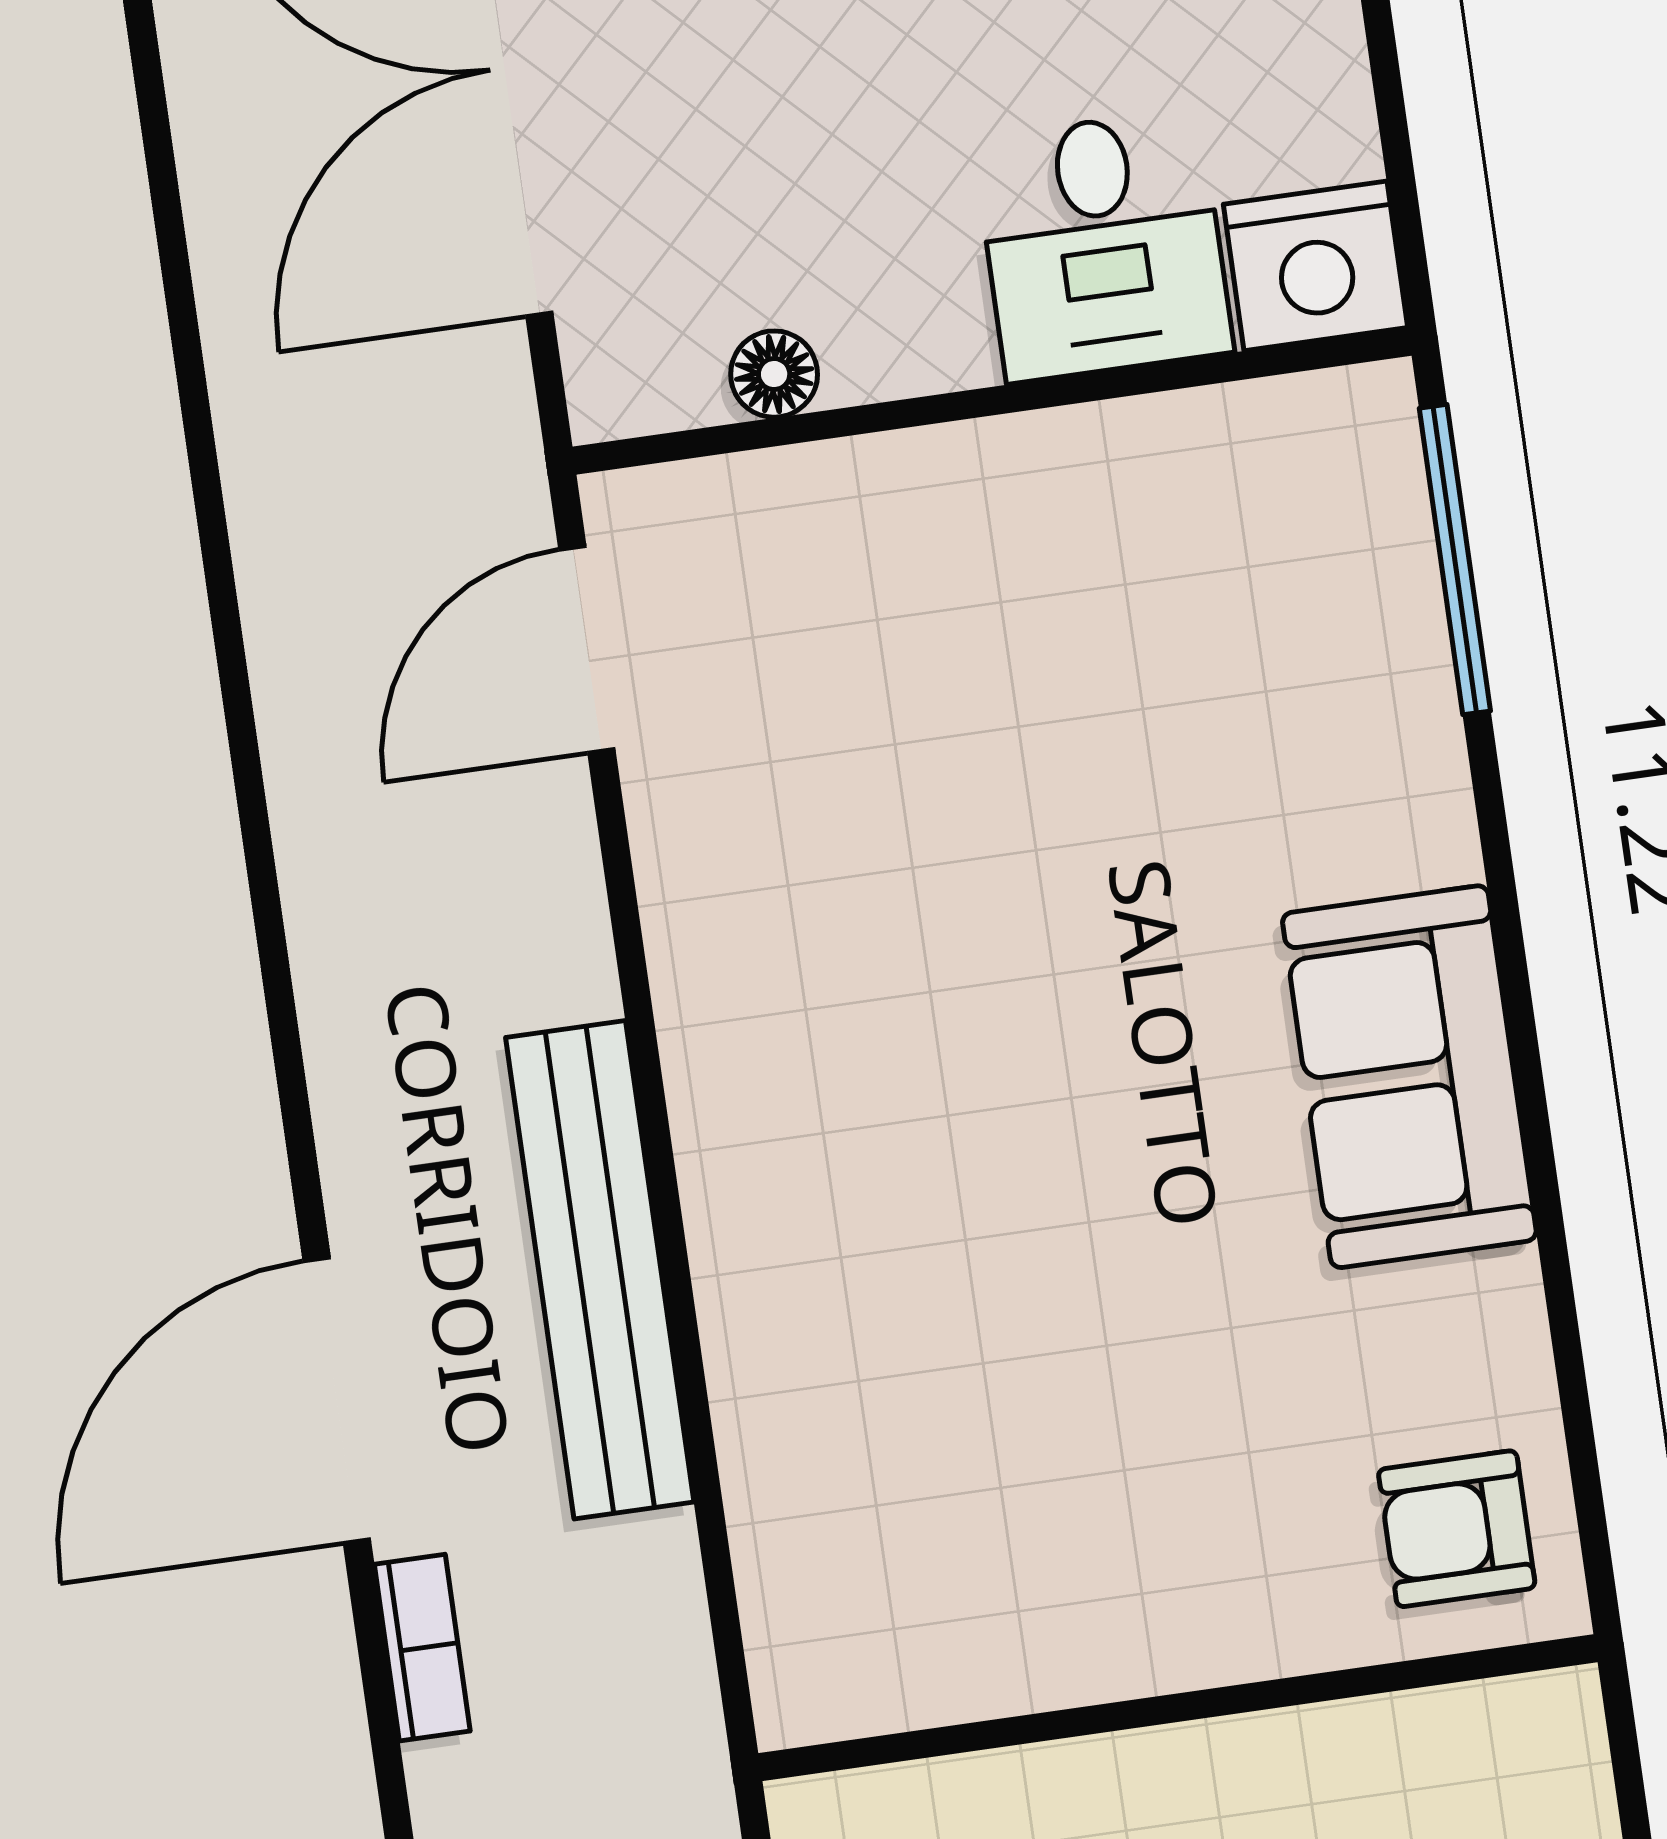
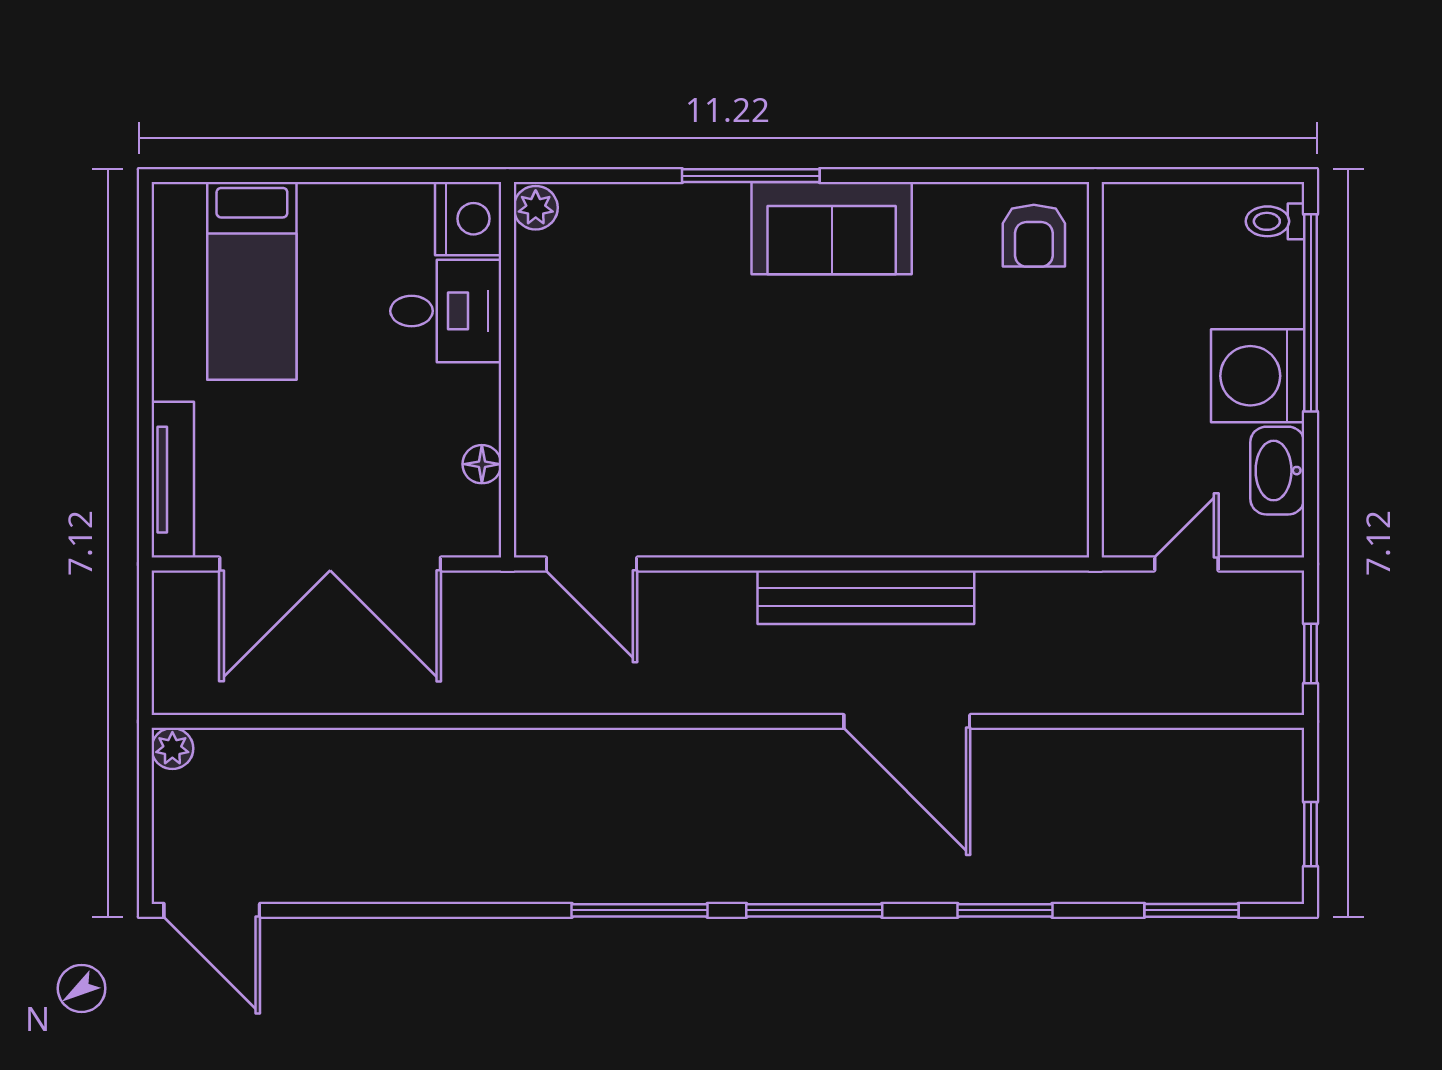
plant: (1361, 412) -> (536, 208), added
window: (1455, 560) -> (751, 176), moved
bookcase: (422, 1648) -> (1021, 699), removed

